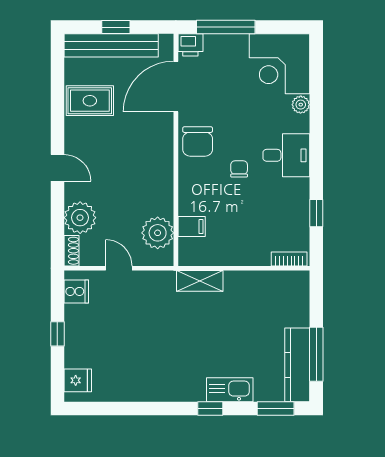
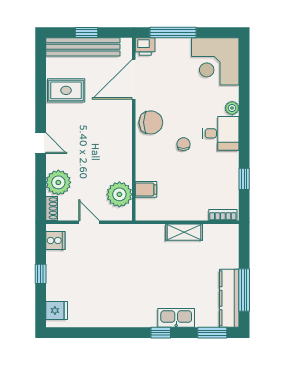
plant: (301, 105) -> (232, 108), moved
chair: (198, 141) -> (151, 122), turned -90
shelving: (200, 281) -> (184, 232), moved

